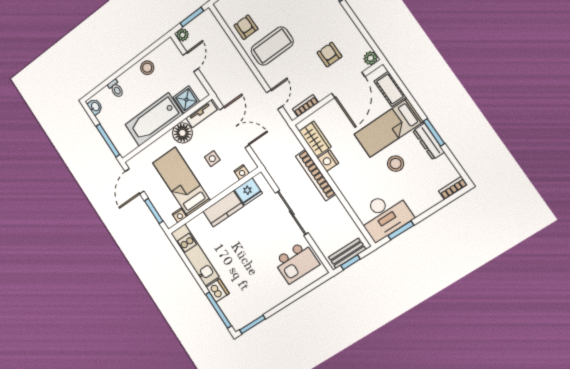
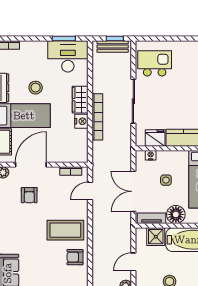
armchair: (246, 27) -> (75, 257), turned 90
wardrobe: (315, 139) -> (80, 100), moved

